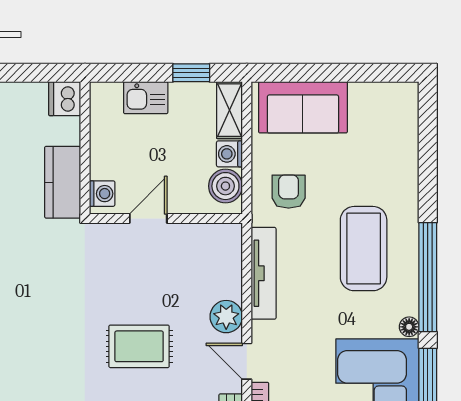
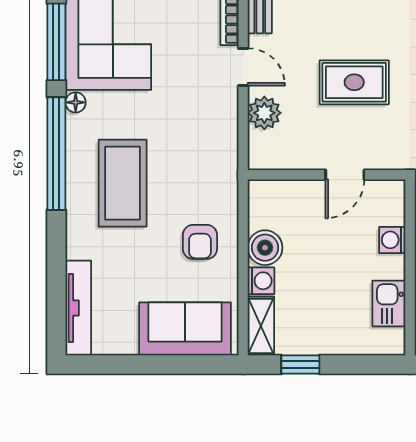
kitchen sink: (146, 98) -> (389, 303), moved, turned -90
door: (148, 218) -> (345, 175), moved
wall: (166, 218) -> (327, 175), moved
tv unit: (264, 273) -> (78, 308), moved, turned 180

